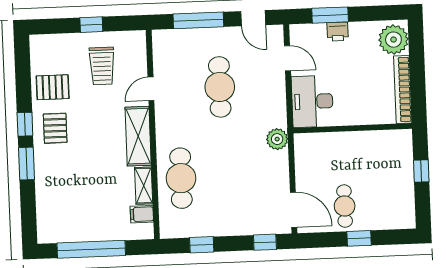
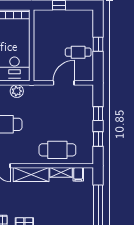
plant: (277, 139) -> (17, 91), moved
door: (294, 210) -> (64, 83), moved
window: (265, 242) -> (98, 114), moved

